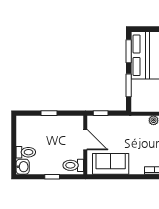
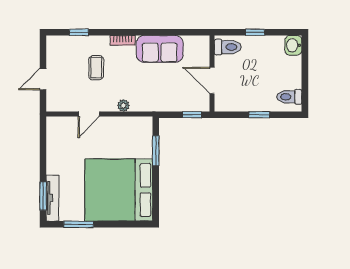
window: (129, 51) -> (156, 195), removed
toilet: (26, 152) -> (289, 97), moved
sofa: (111, 164) -> (160, 49), moved

